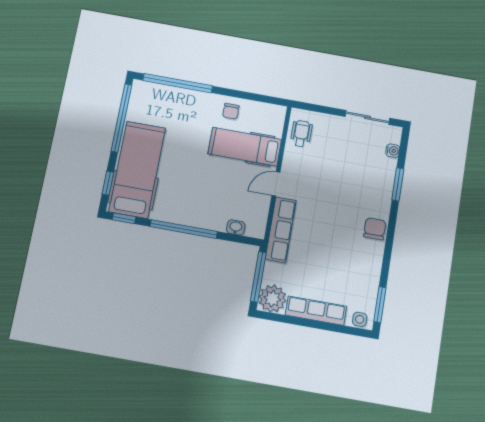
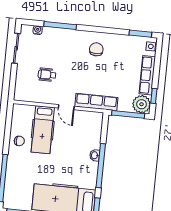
wheelchair: (301, 134) -> (47, 75), moved
window: (398, 184) -> (60, 26), width x1.44
washbasin: (236, 227) -> (95, 155), moved
chair: (375, 229) -> (96, 49), moved, turned 90
window: (284, 319) -> (154, 96), added

